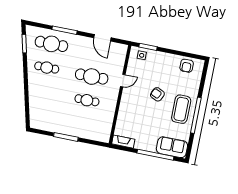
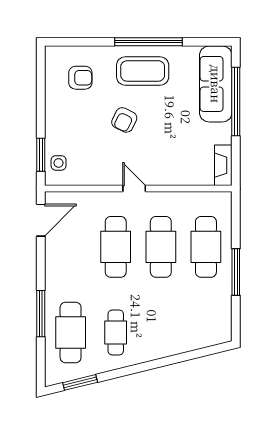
door: (102, 38) -> (41, 220), moved
armchair: (187, 66) -> (80, 78), moved
door: (123, 81) -> (134, 188), moved
cafe table: (87, 100) -> (161, 247), width x1.37, depth x1.35
cafe table: (82, 124) -> (206, 247), added
sofa: (172, 147) -> (216, 84), width x1.36

